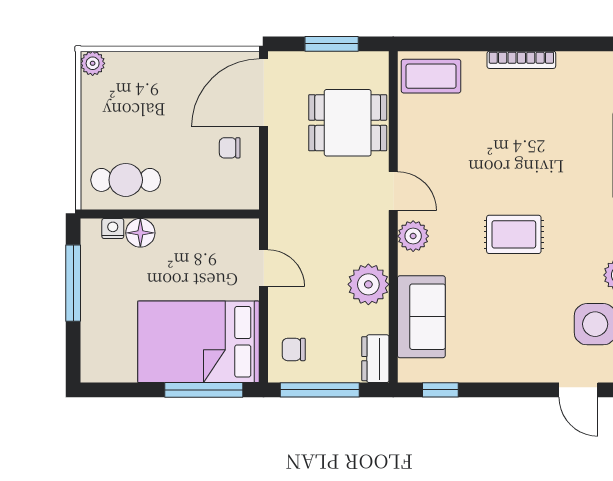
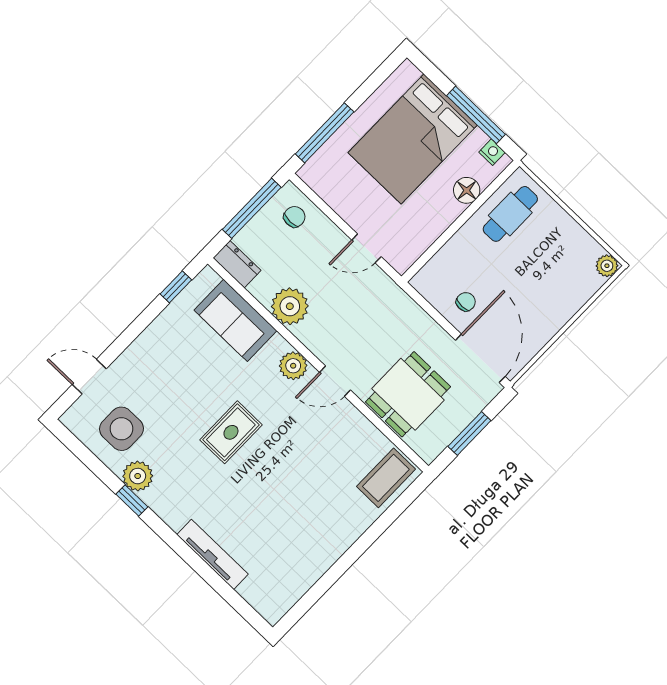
bookcase: (521, 60) -> (340, 547), removed
nightstand: (113, 229) -> (492, 152), moved, turned -90
bed: (199, 342) -> (413, 139), moved, turned 180

